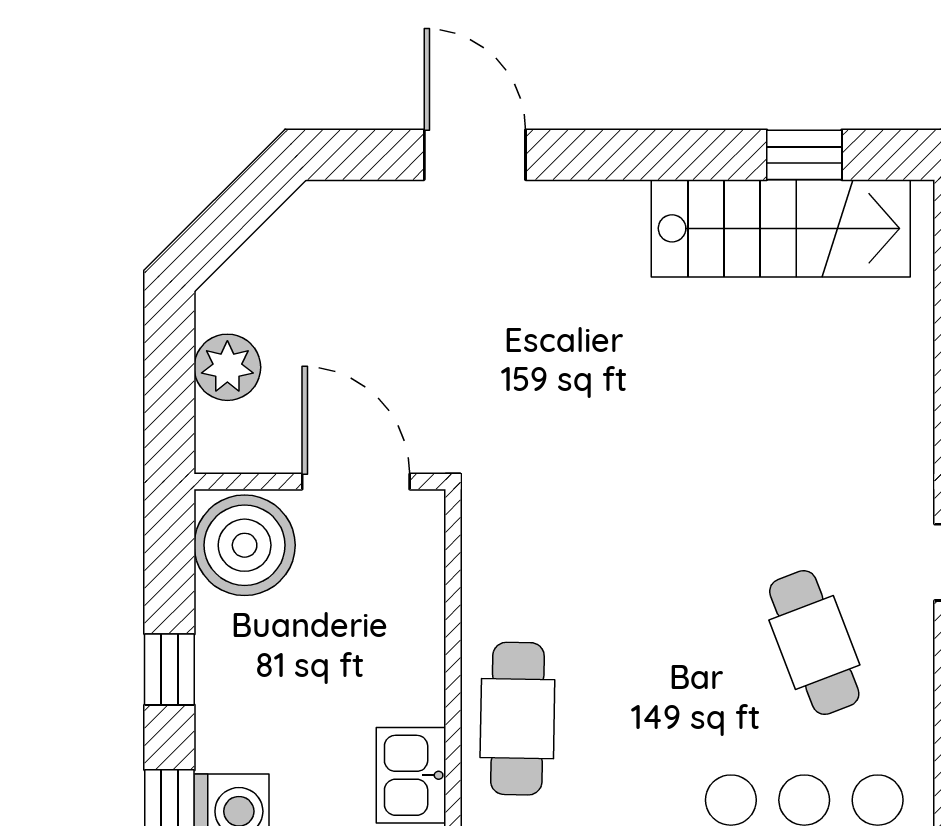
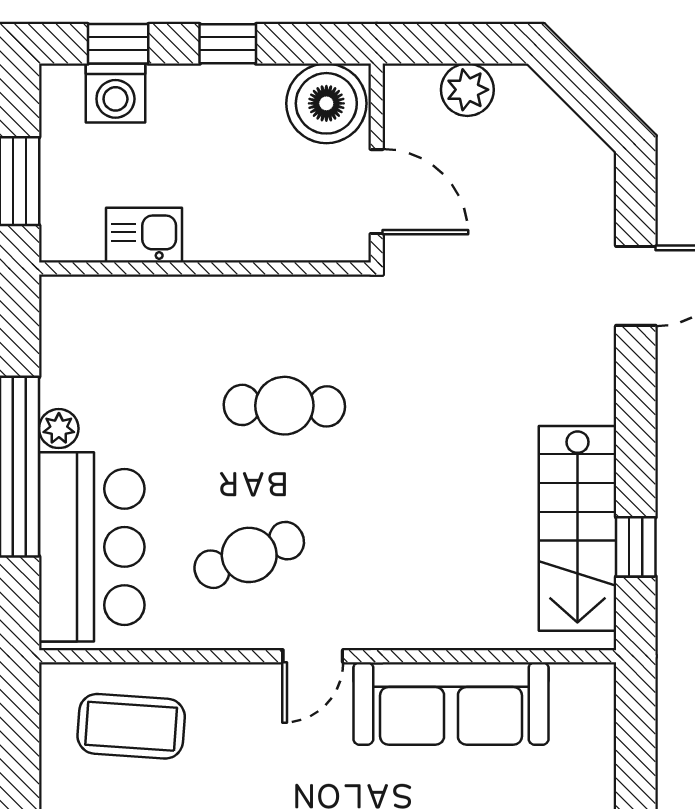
door: (356, 482) -> (377, 192), hinge flipped
cafe table: (517, 719) -> (284, 406), moved

